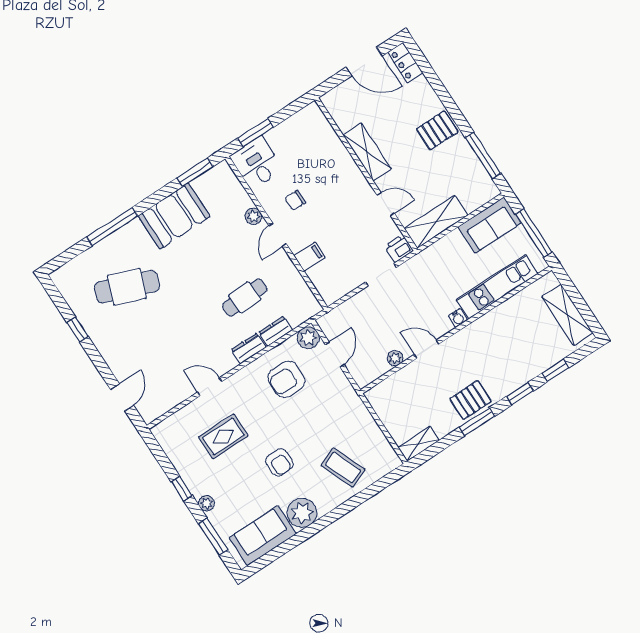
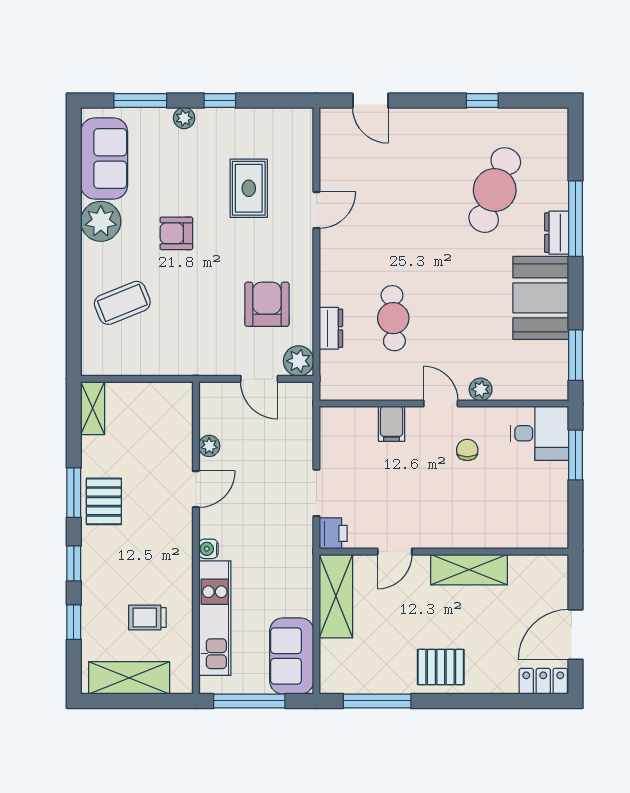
pallet: (437, 130) -> (441, 667), turned 90
trolley: (524, 328) -> (147, 618), added
dresser: (249, 349) -> (557, 233), moved, turned 180

